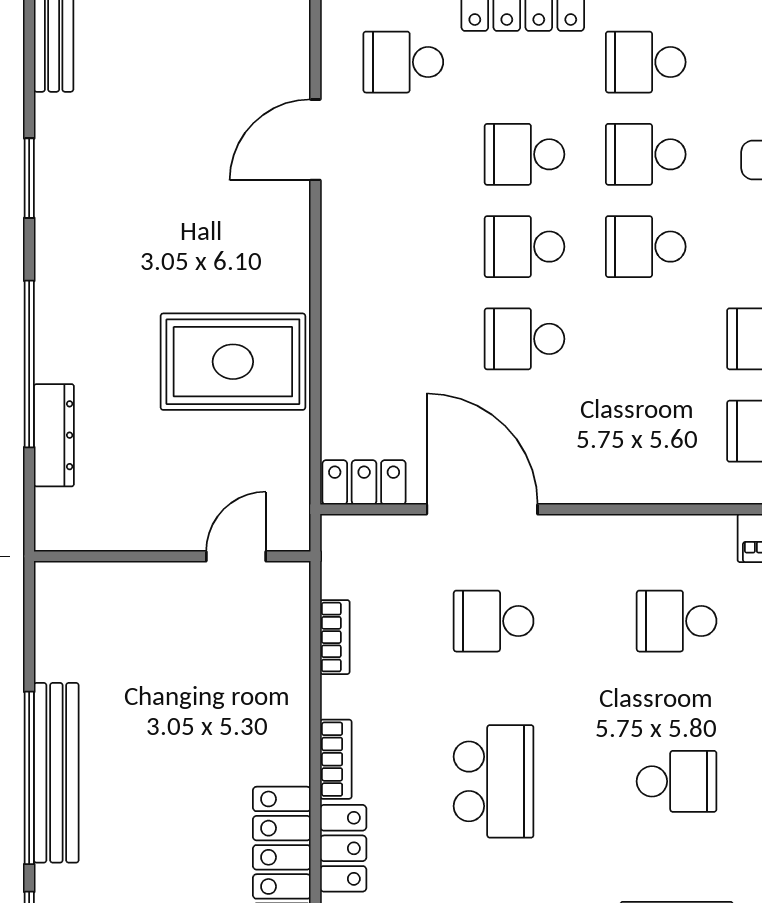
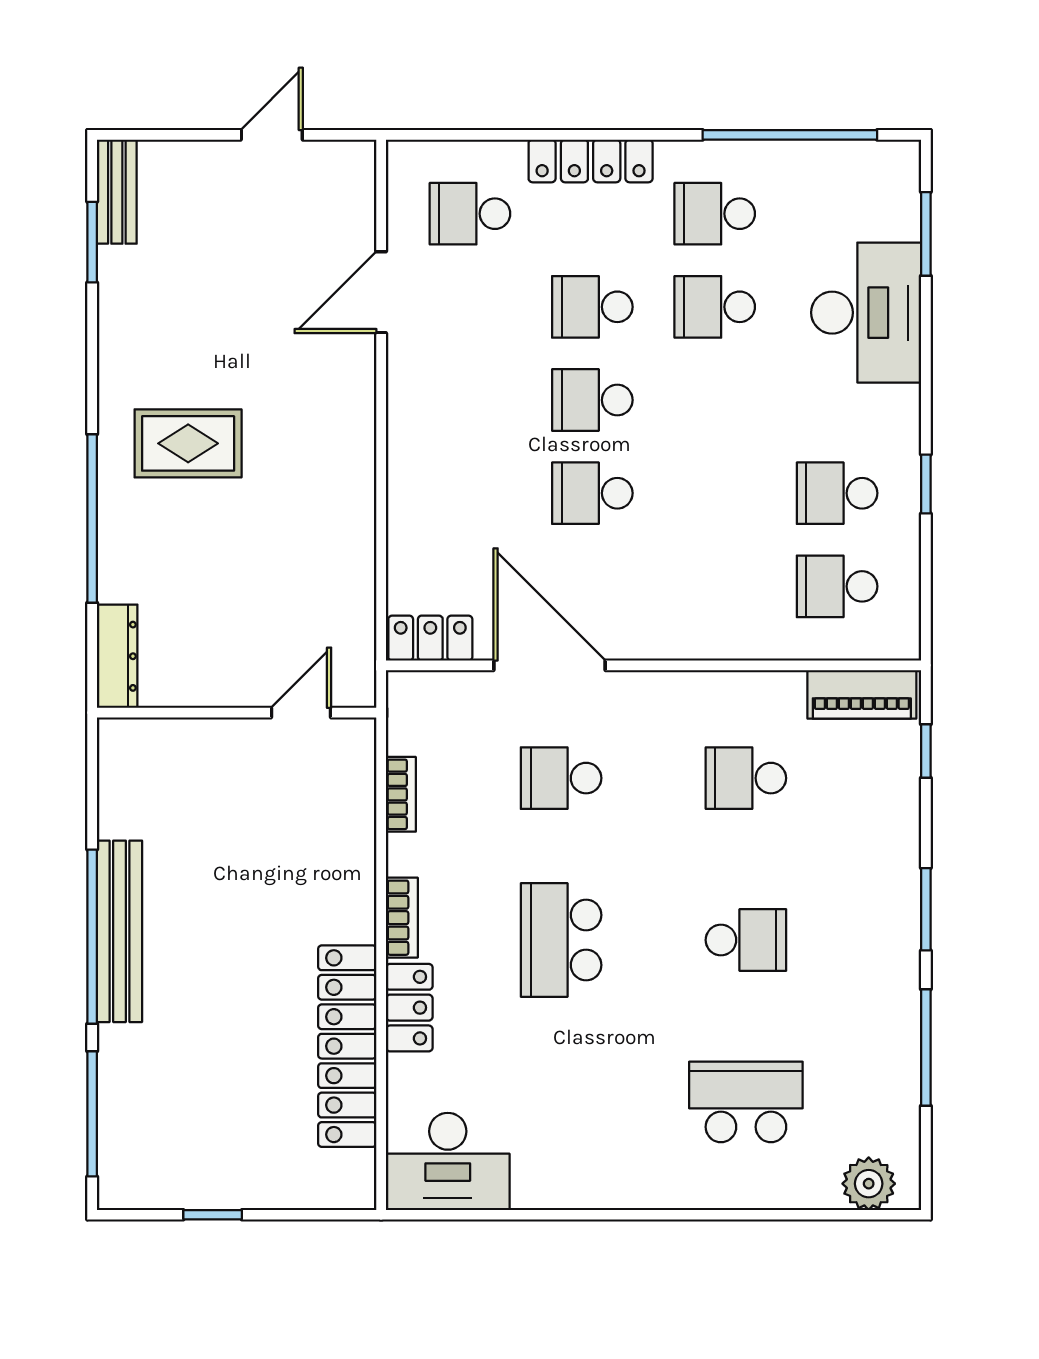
window: (29, 178) -> (92, 242), moved
school desk: (646, 247) -> (715, 400), removed
rug: (233, 362) -> (188, 443), moved, width x0.73, depth x0.70
dresser: (54, 435) -> (117, 656), moved
school desk: (494, 781) -> (561, 940), turned 180

